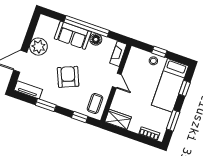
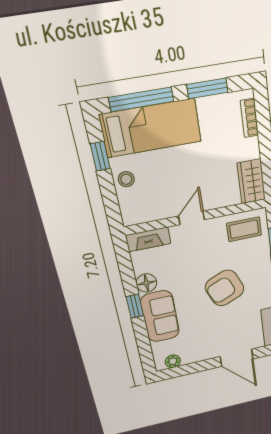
window: (87, 26) -> (135, 306), width x0.32
plant: (38, 47) -> (173, 361), moved, width x0.53, depth x0.53
window: (159, 52) -> (100, 156), moved
window: (184, 88) -> (141, 99), width x2.17

